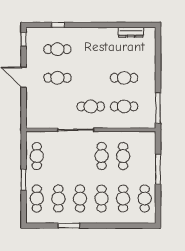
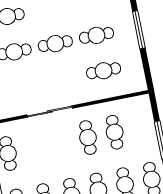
cafe table: (91, 106) -> (55, 44), moved
window: (158, 108) -> (139, 30), moved

